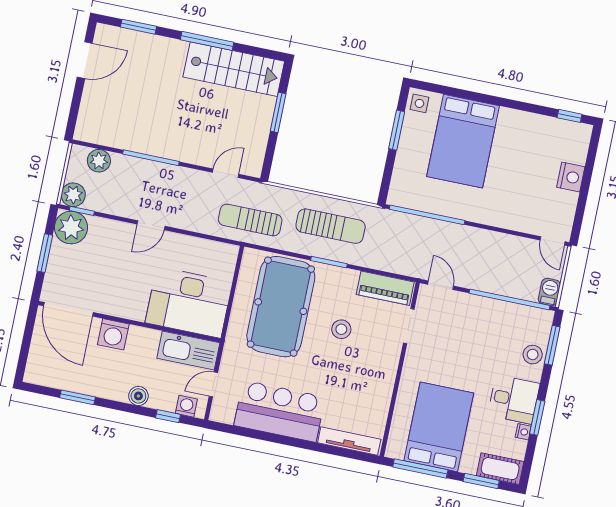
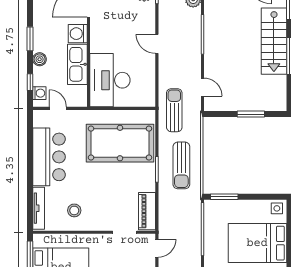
stairs: (234, 69) -> (274, 41), moved
window: (397, 130) -> (224, 197), moved
stool: (341, 329) -> (74, 210), moved
kitchen sink: (188, 350) -> (77, 64), moved
window: (77, 397) -> (30, 39), moved

